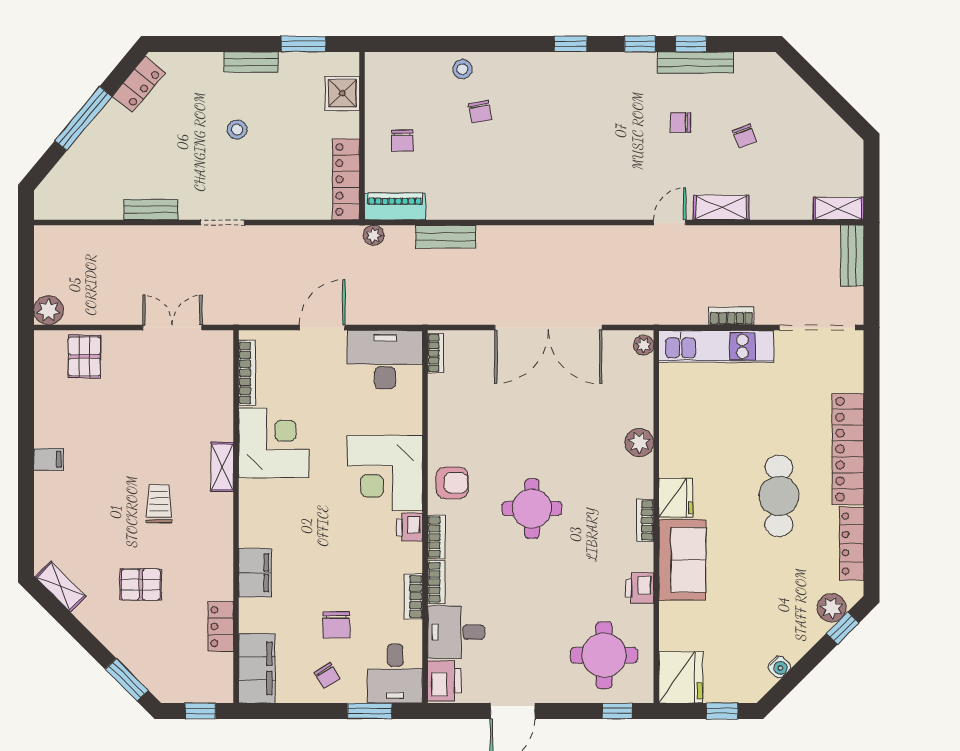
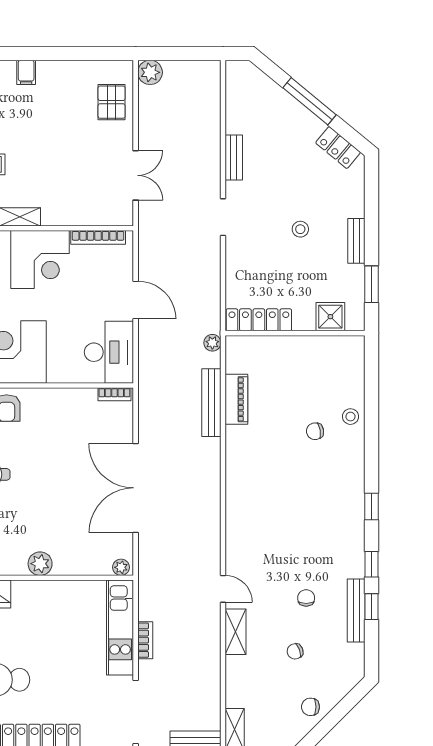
chair: (402, 141) -> (310, 707), moved
piano: (395, 206) -> (236, 399), moved
bench: (446, 237) -> (211, 403), width x1.36
pallet: (84, 357) -> (112, 102), turned 90

